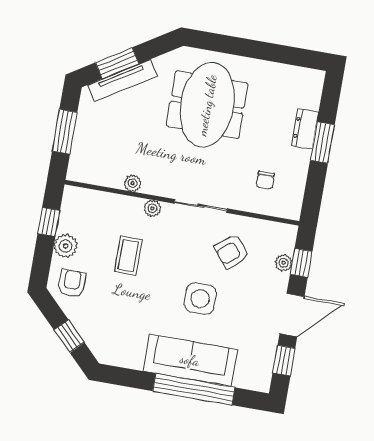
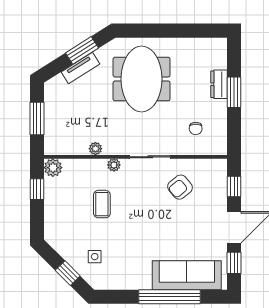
window: (117, 63) -> (82, 50), moved
tv unit: (123, 81) -> (81, 68), width x0.71
plant: (66, 246) -> (53, 168), moved
plant: (284, 263) -> (221, 189), removed
armchair: (72, 283) -> (63, 233), removed
side table: (200, 299) -> (95, 257), moved, width x0.54, depth x0.54
sofa: (190, 360) -> (187, 275), moved

